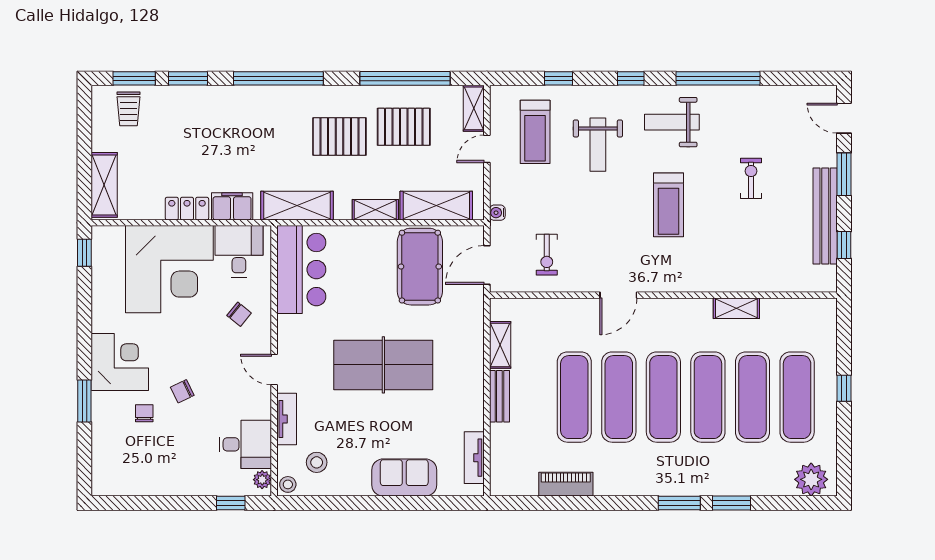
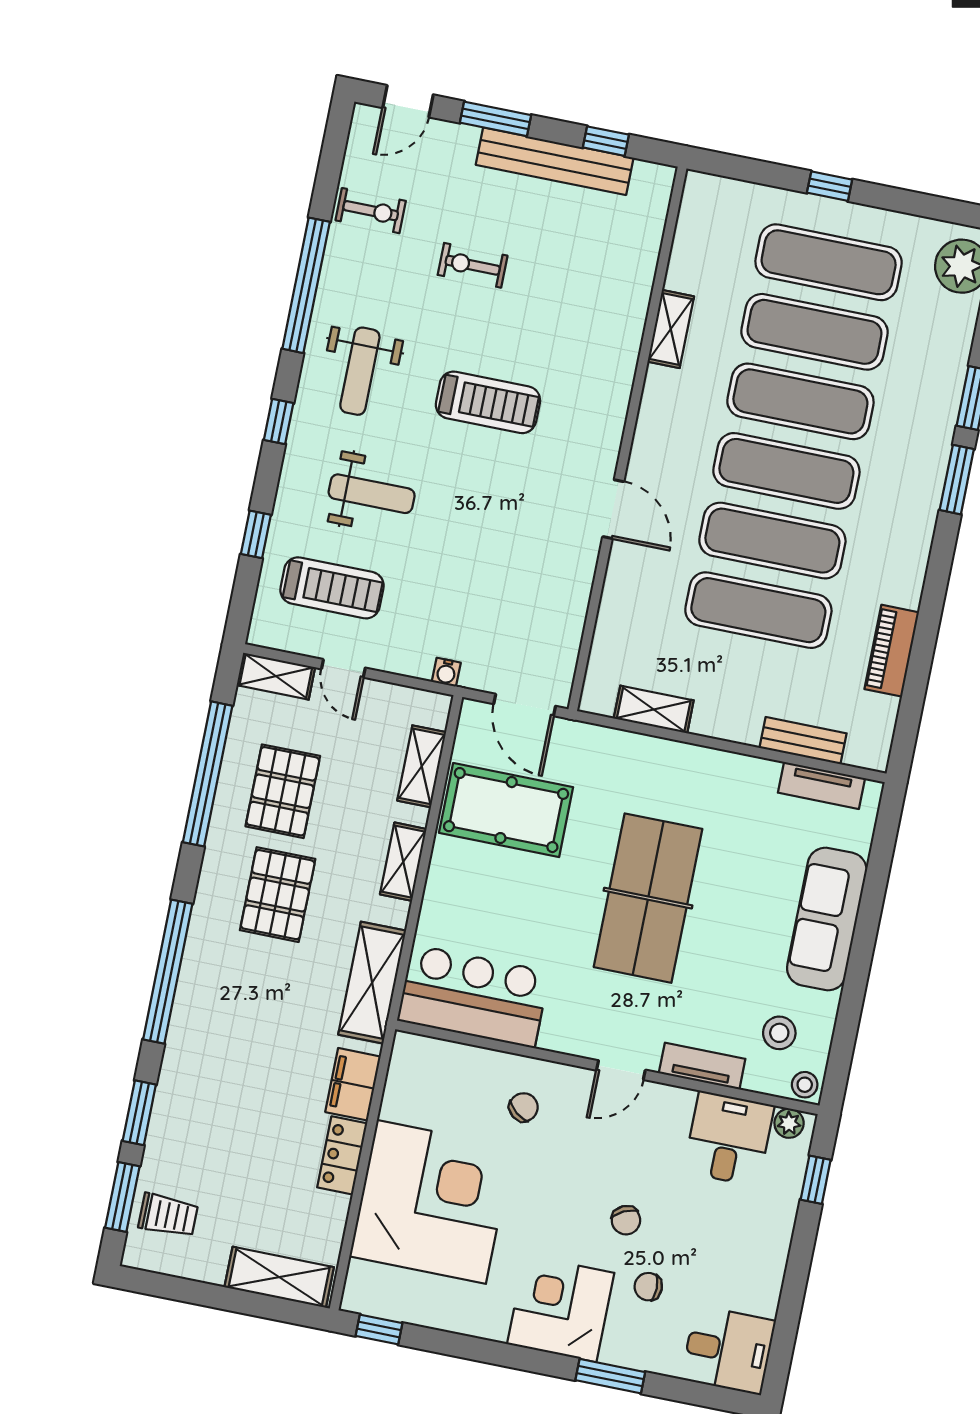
shelving: (436, 206) -> (422, 766), width x0.67, depth x0.75
desk: (239, 251) -> (728, 1350), moved, turned 180
exercise bike: (547, 255) -> (371, 211), moved
bench: (499, 396) -> (803, 741), moved
sofa: (404, 478) -> (827, 919), width x1.36

